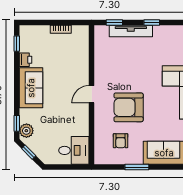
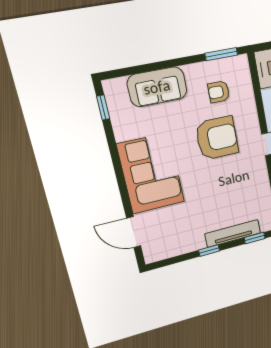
armchair: (121, 141) -> (219, 92), turned -90
window: (137, 167) -> (221, 54), moved

